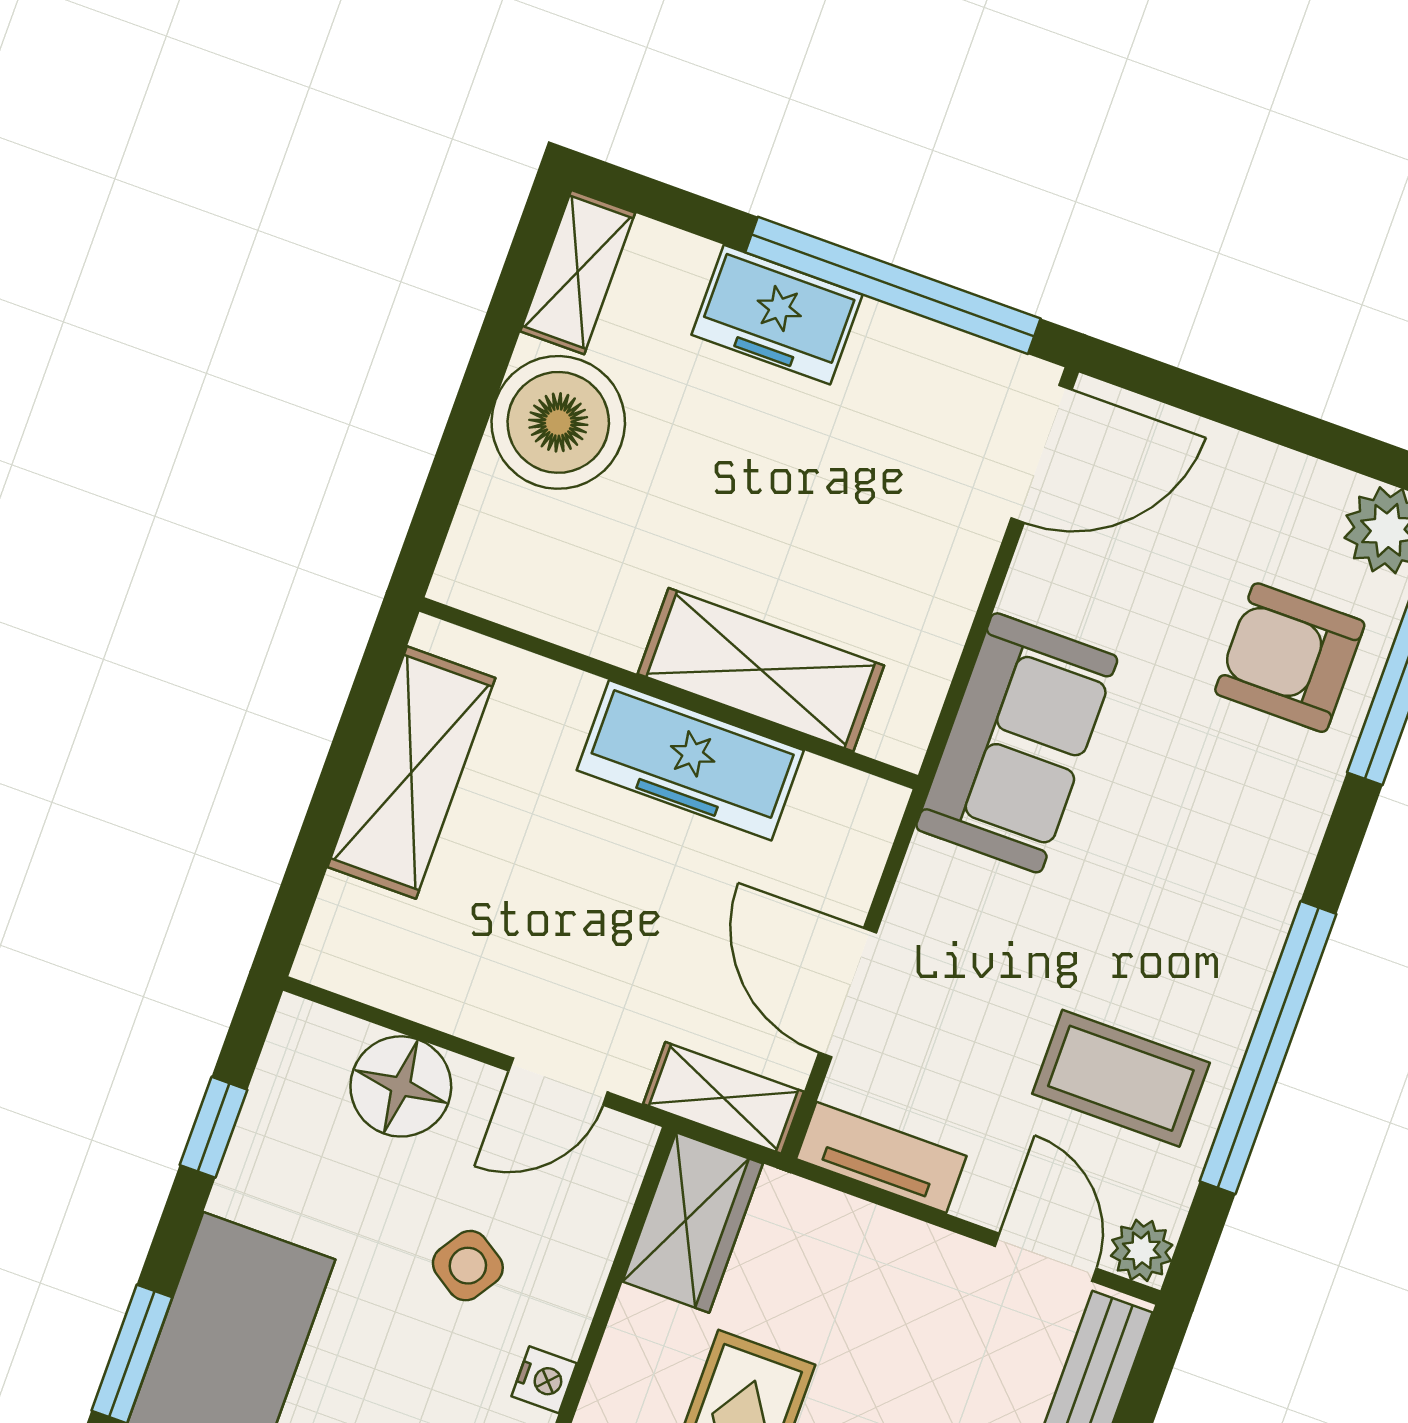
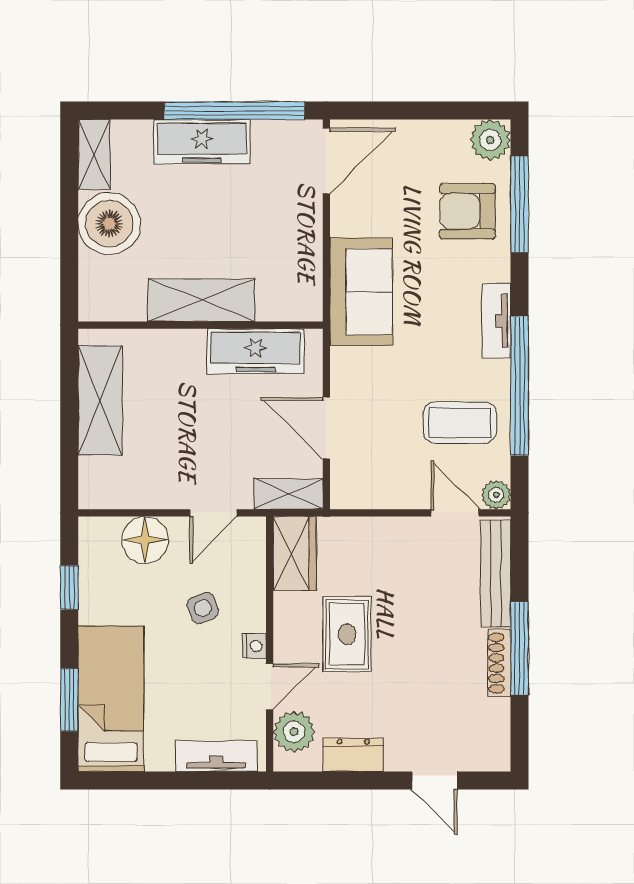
freezer: (777, 315) -> (202, 142), width x1.40
shelving: (761, 670) -> (201, 300), moved
freezer: (690, 760) -> (255, 351), moved
tv unit: (881, 1157) -> (496, 321), moved, turned -90
side table: (468, 1266) -> (203, 608), turned 37

